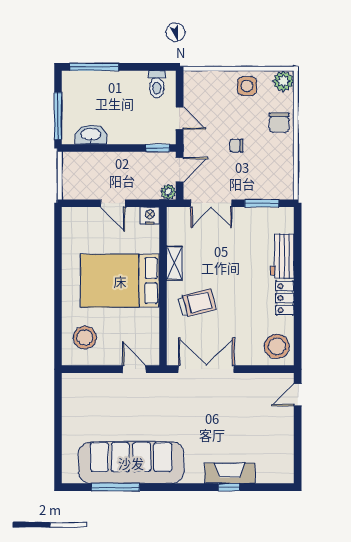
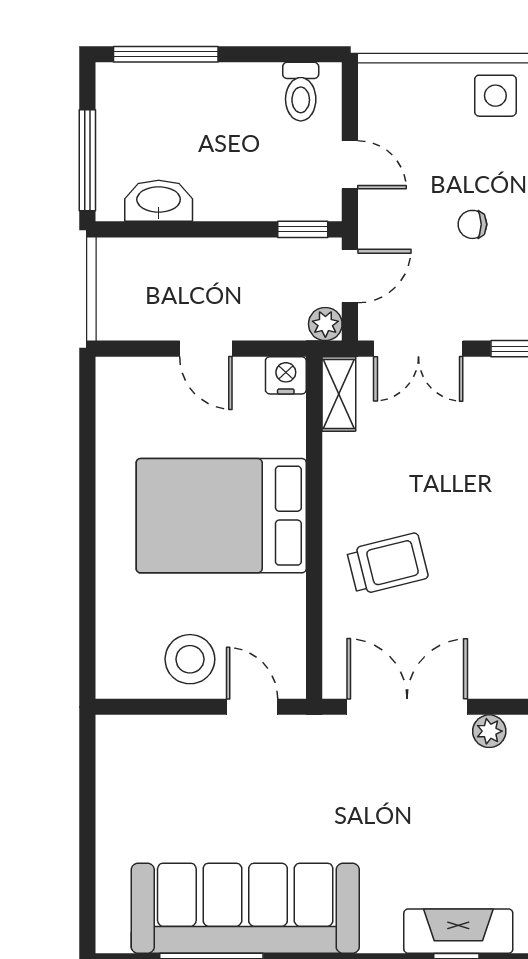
shelving: (175, 263) -> (339, 394), moved
stool: (85, 337) -> (190, 659), moved
plant: (244, 380) -> (489, 731), added

